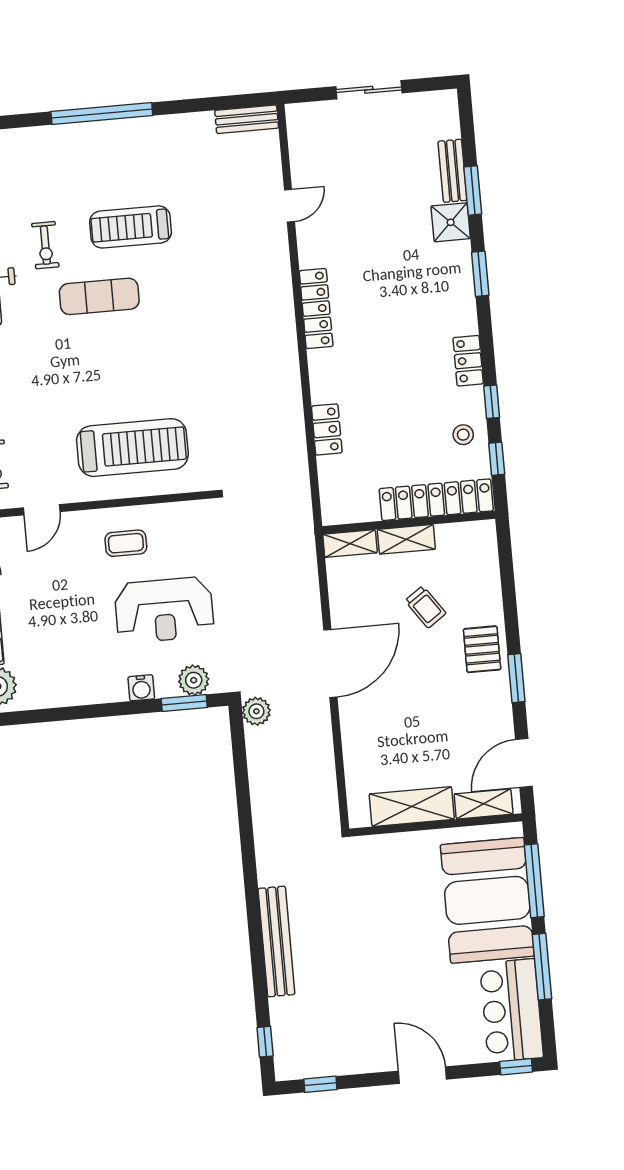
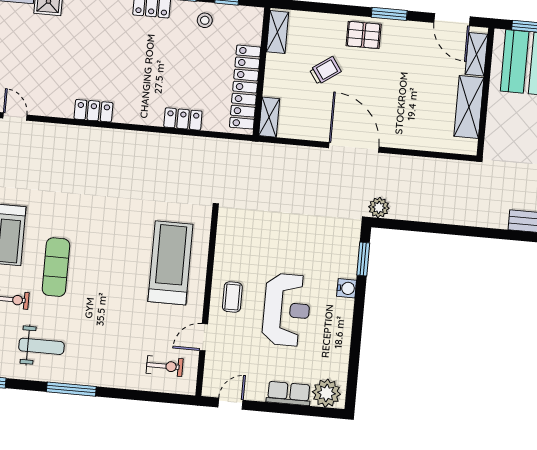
locker: (316, 309) -> (93, 111), width x0.66
locker: (436, 500) -> (245, 87), moved
door: (42, 510) -> (204, 337), swing flipped
shelving: (406, 539) -> (277, 32), moved
coffee table: (126, 543) -> (232, 297), moved
reception desk: (164, 610) -> (287, 310), moved
plant: (194, 680) -> (348, 249), removed

